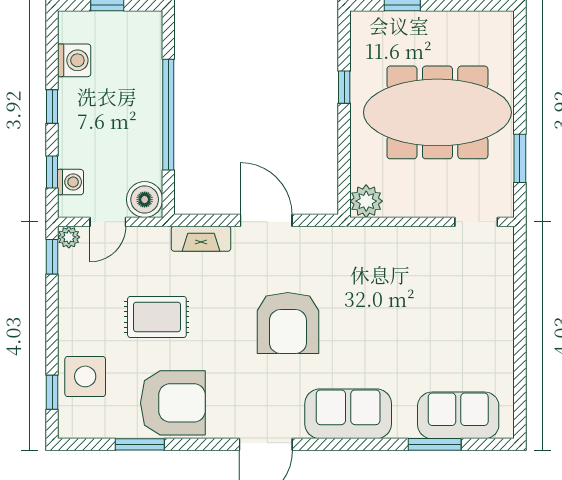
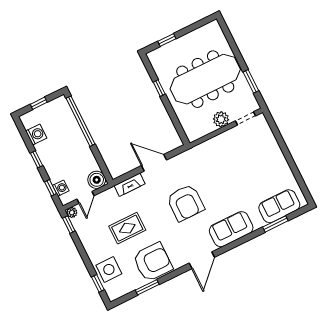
window: (168, 115) -> (81, 121), moved
plant: (366, 201) -> (221, 119), moved

